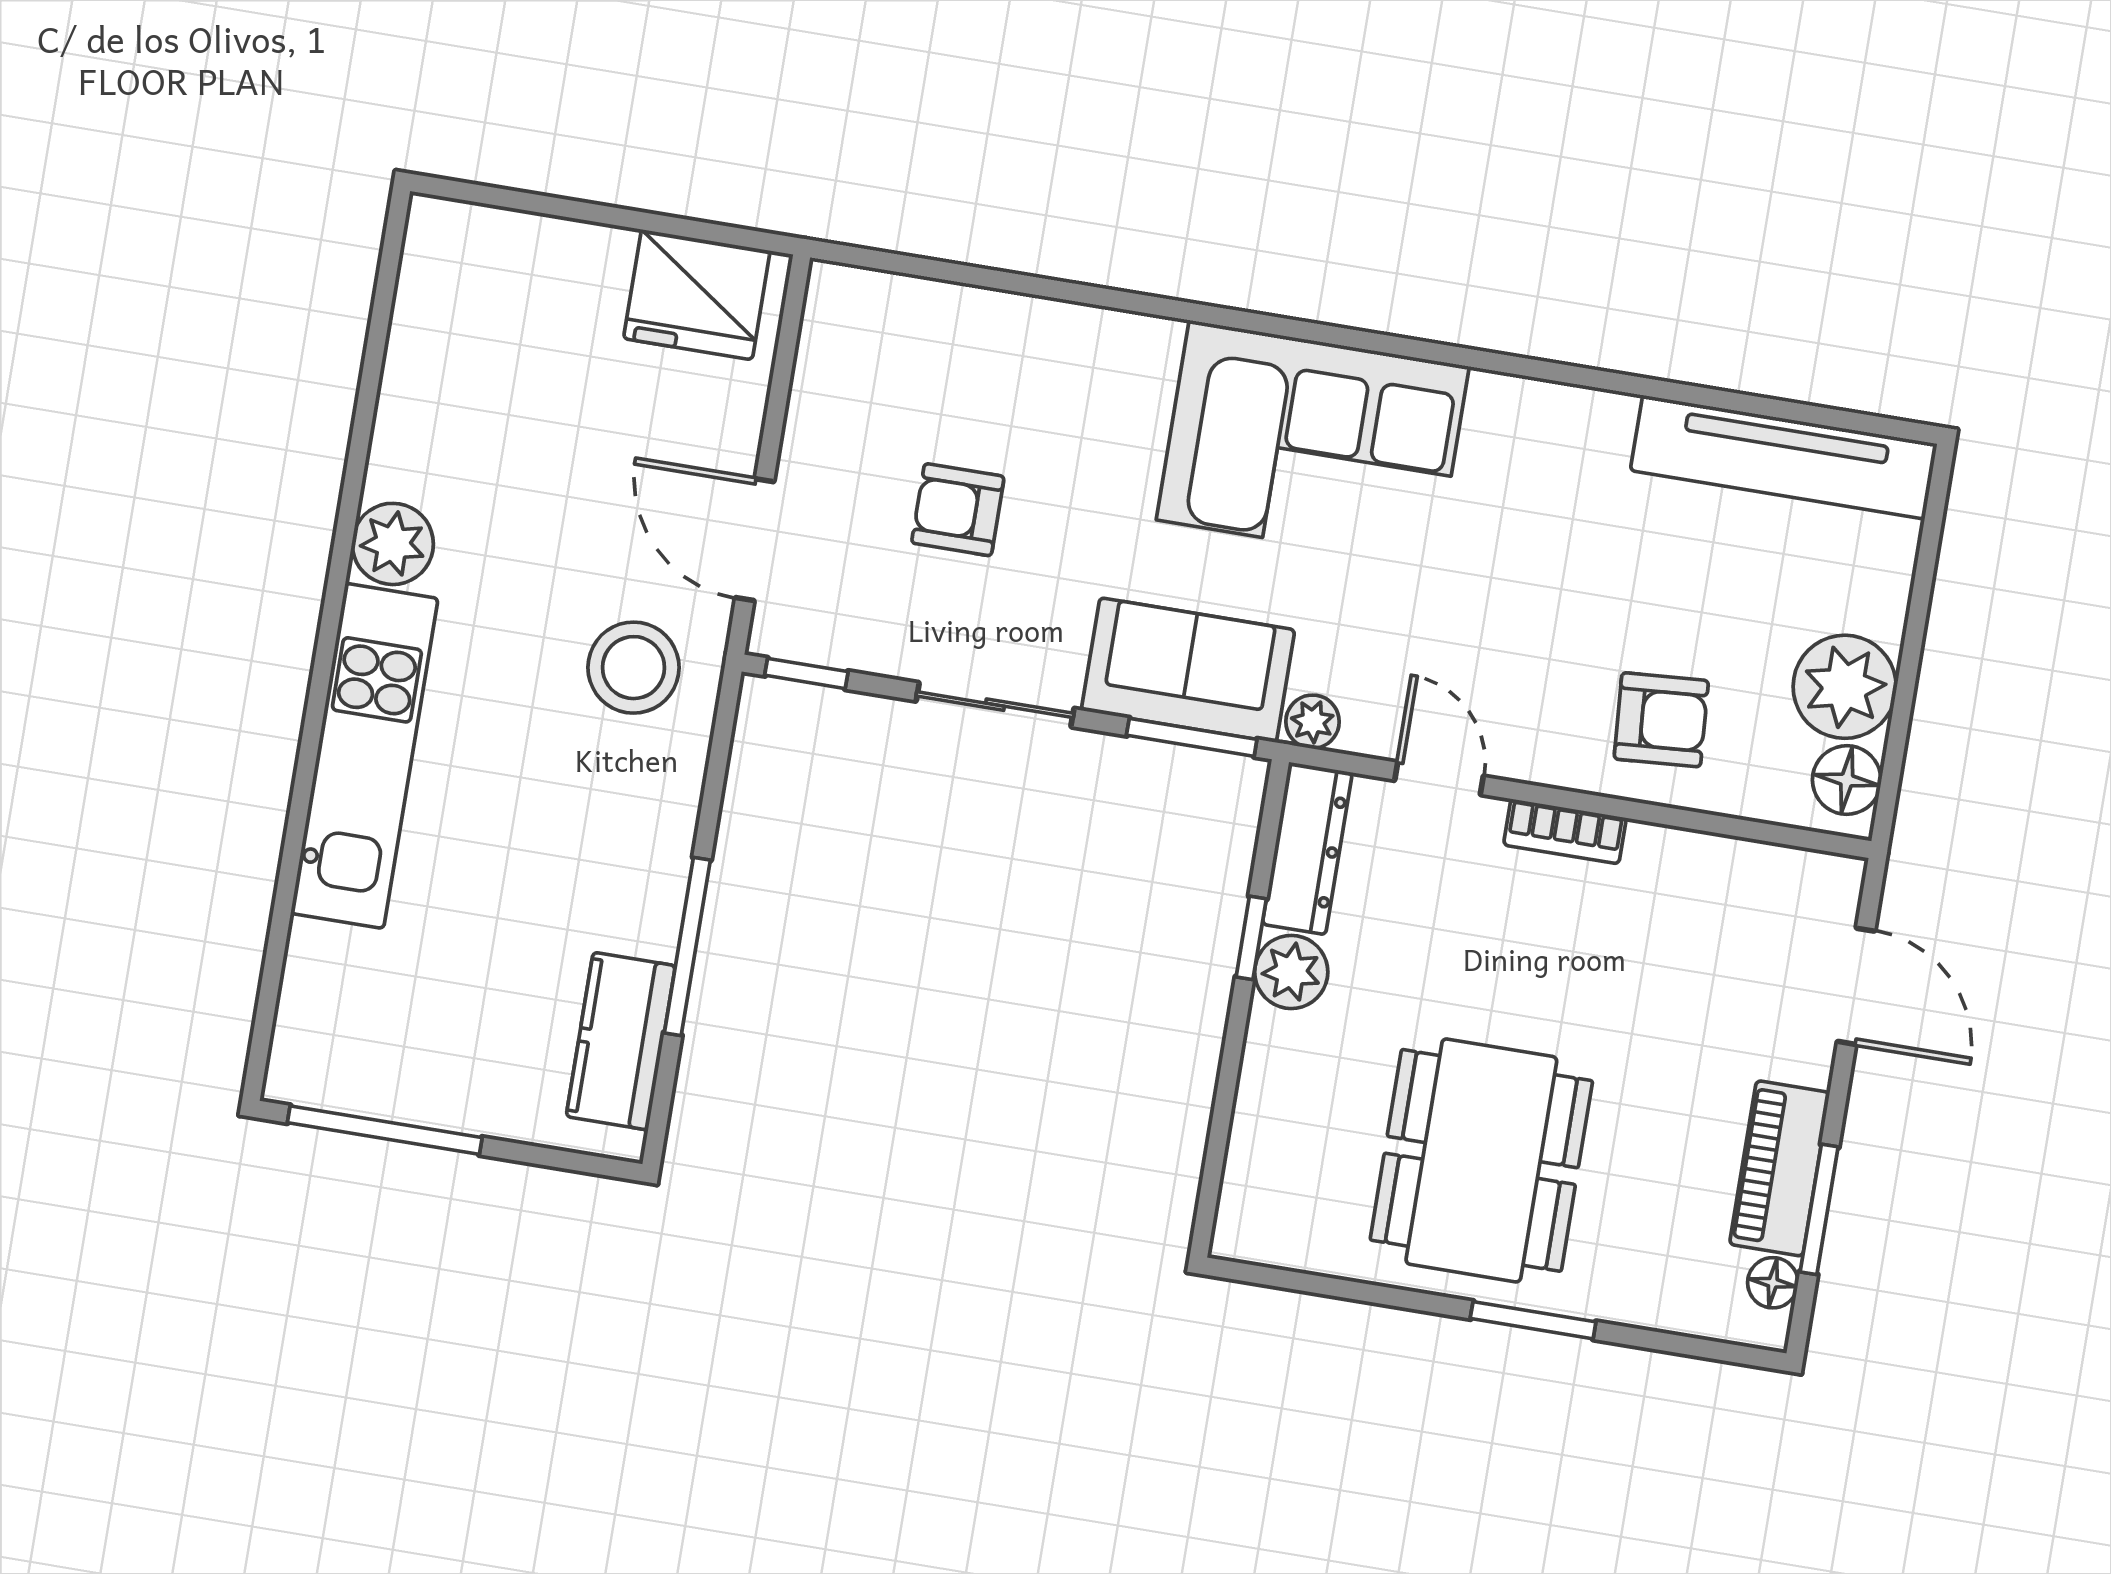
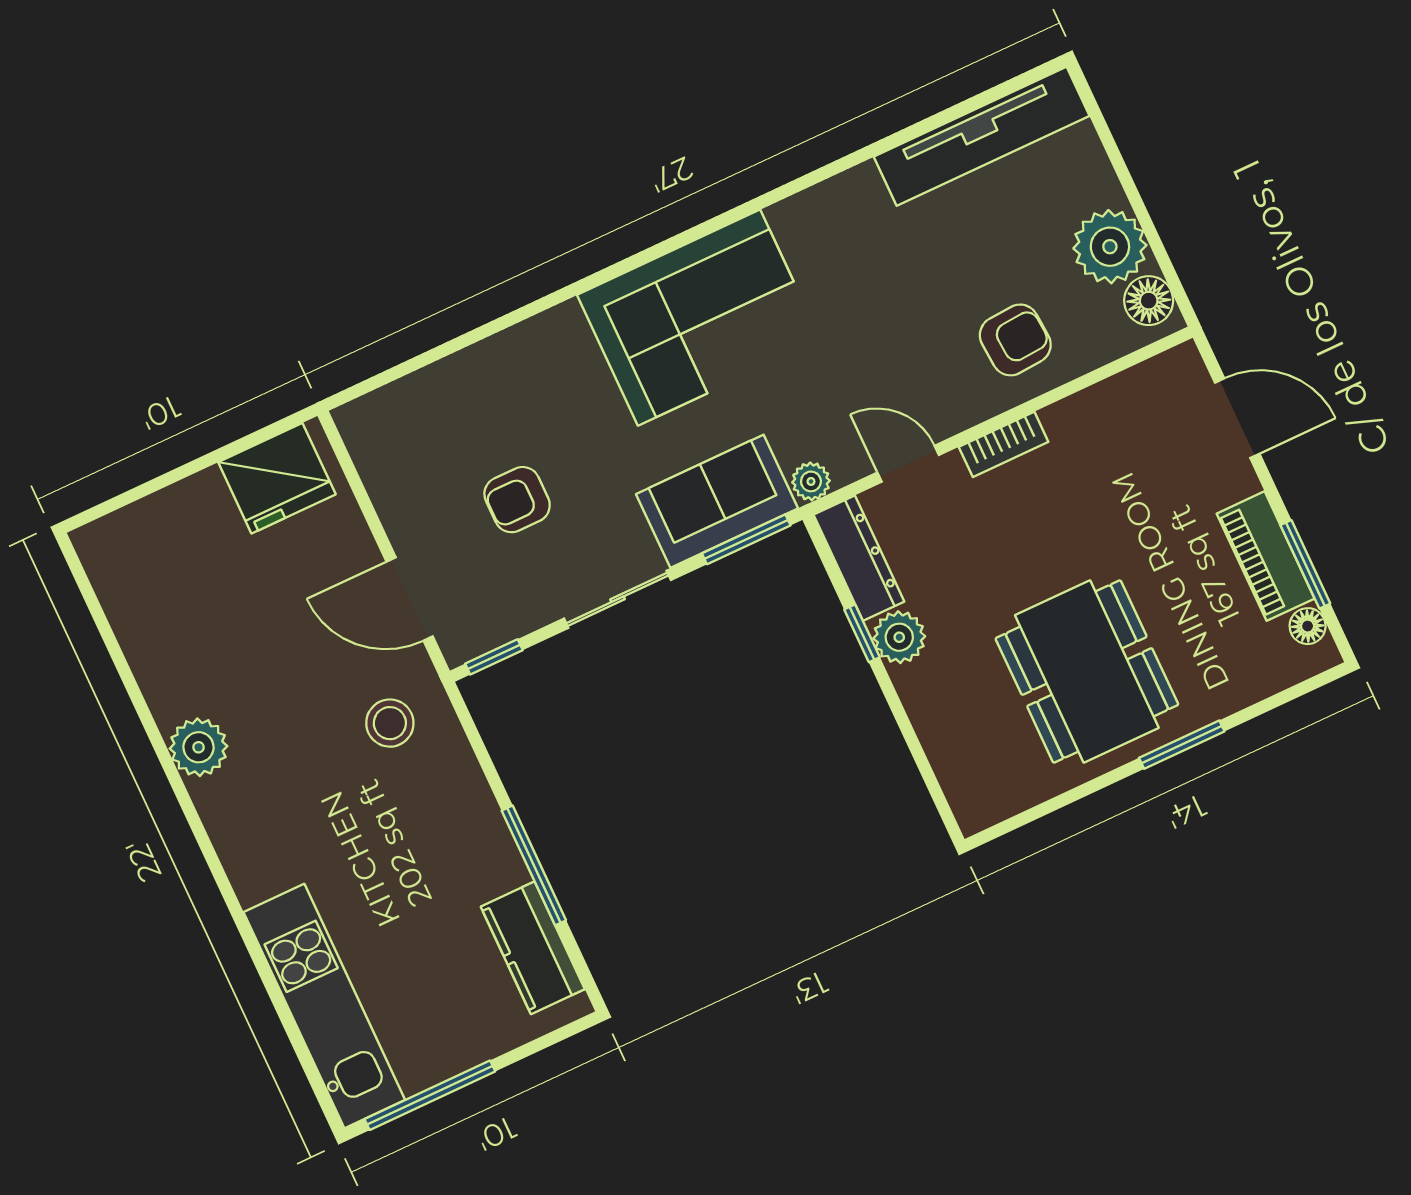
stool: (633, 668) -> (390, 723), width x0.73, depth x0.73
kitchen unit: (364, 756) -> (324, 1006), moved

